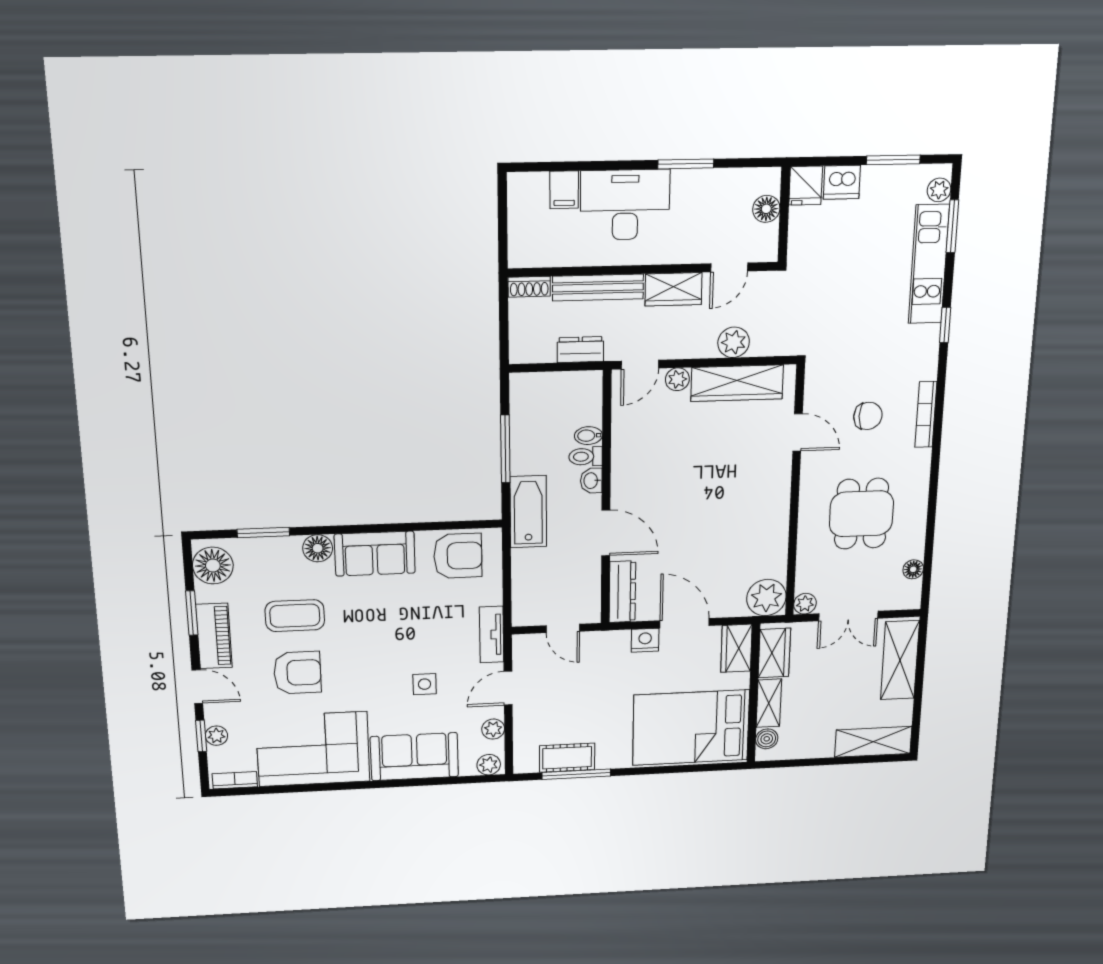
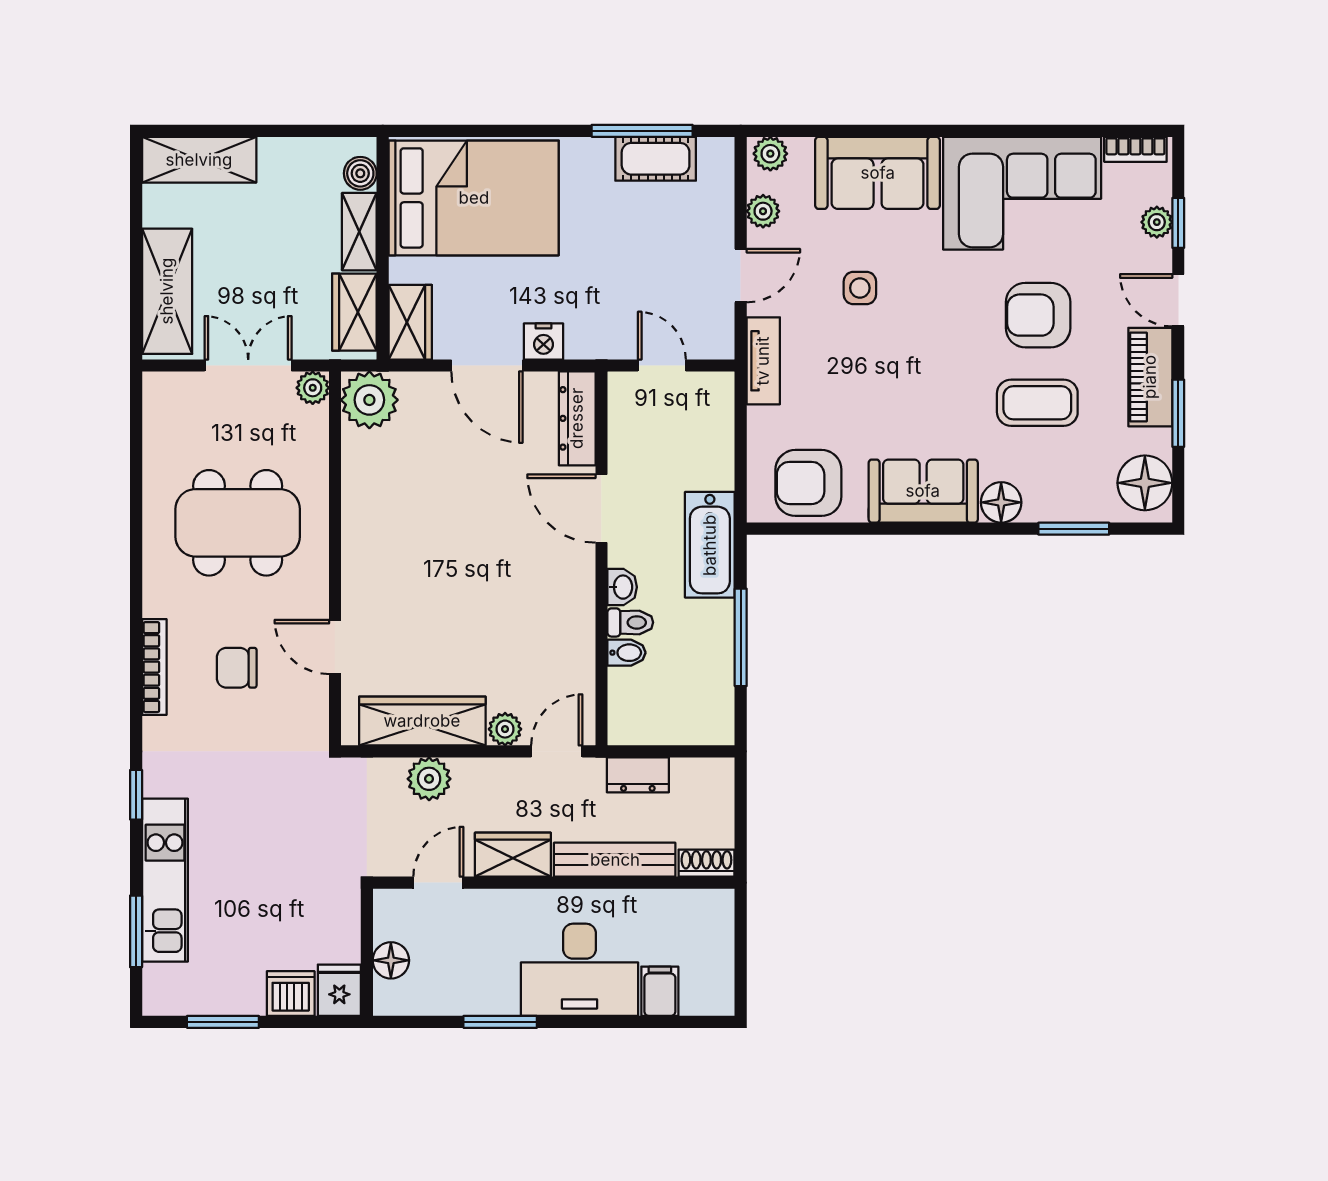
plant: (939, 190) -> (158, 981), removed
dining table: (861, 514) -> (238, 523), width x1.38
floor lamp: (913, 569) -> (157, 434), removed

